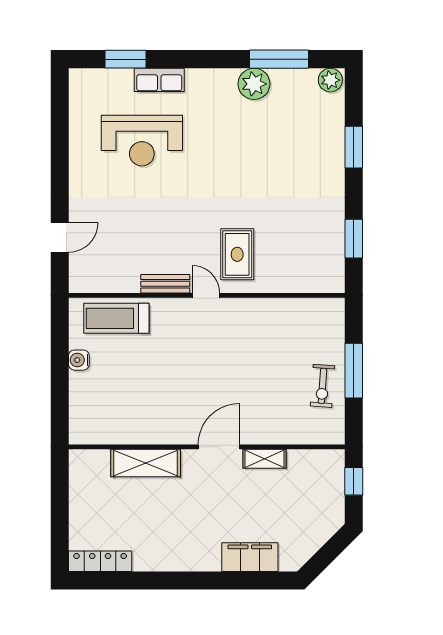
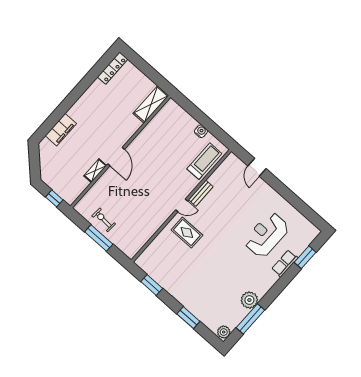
shelving: (146, 463) -> (151, 104), moved

